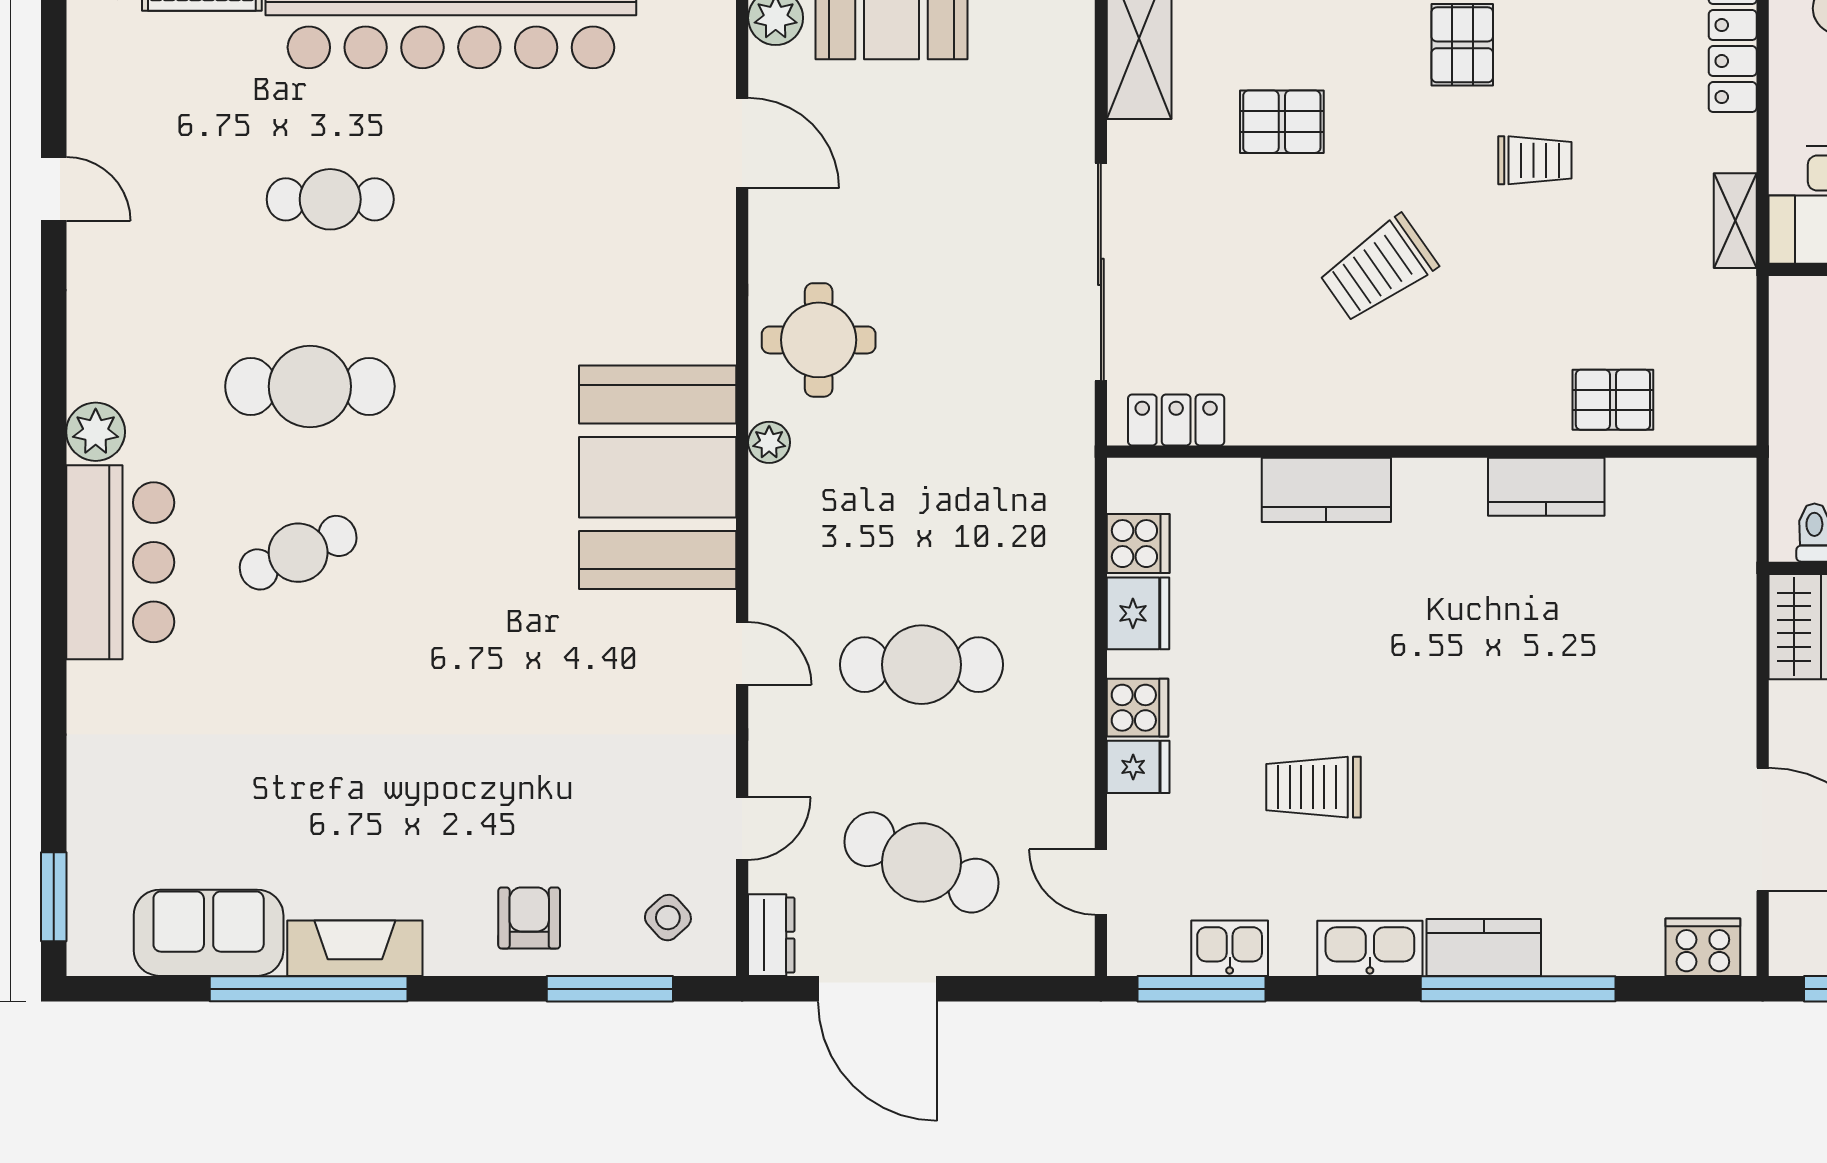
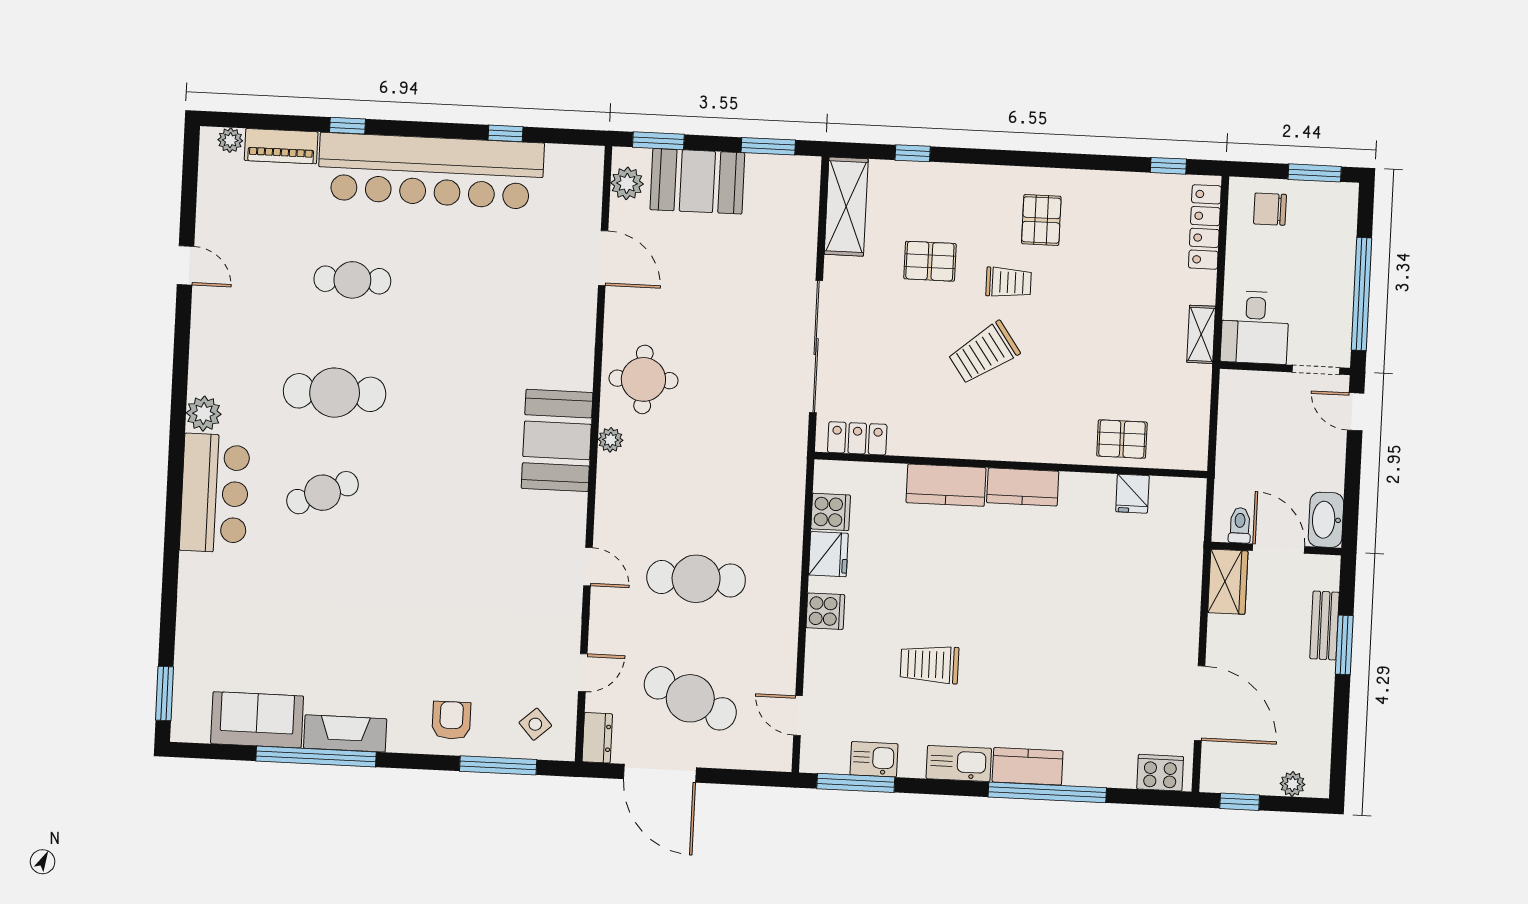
trolley: (1535, 160) -> (1009, 282), moved
booth: (658, 477) -> (557, 440), width x0.73, depth x0.70
kitchen counter: (1546, 487) -> (1023, 487), moved
fridge: (1138, 767) -> (1132, 494), moved, turned 90

